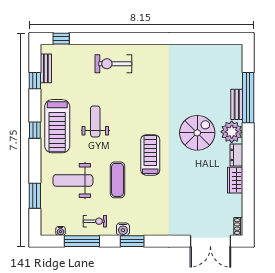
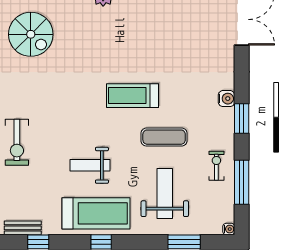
spiral stairs: (197, 133) -> (31, 34), moved, turned 180
weight bench: (73, 180) -> (165, 194), turned 180
water cooler: (123, 229) -> (226, 99), moved
water cooler: (61, 231) -> (229, 229), moved

